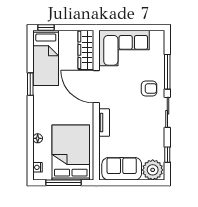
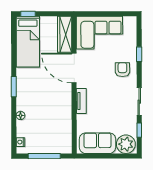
window: (167, 72) -> (139, 54), width x0.46
window: (30, 84) -> (14, 87), moved
armchair: (149, 89) -> (122, 70), turned -90
sliding door: (167, 112) -> (139, 102), moved
bed: (71, 152) -> (51, 128), removed

